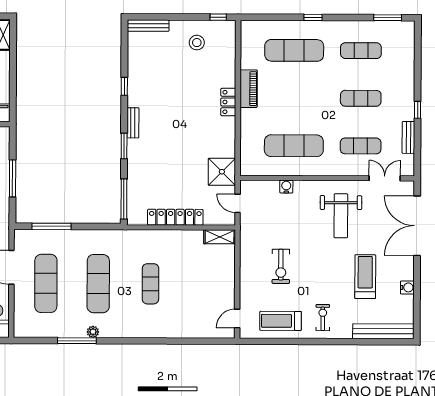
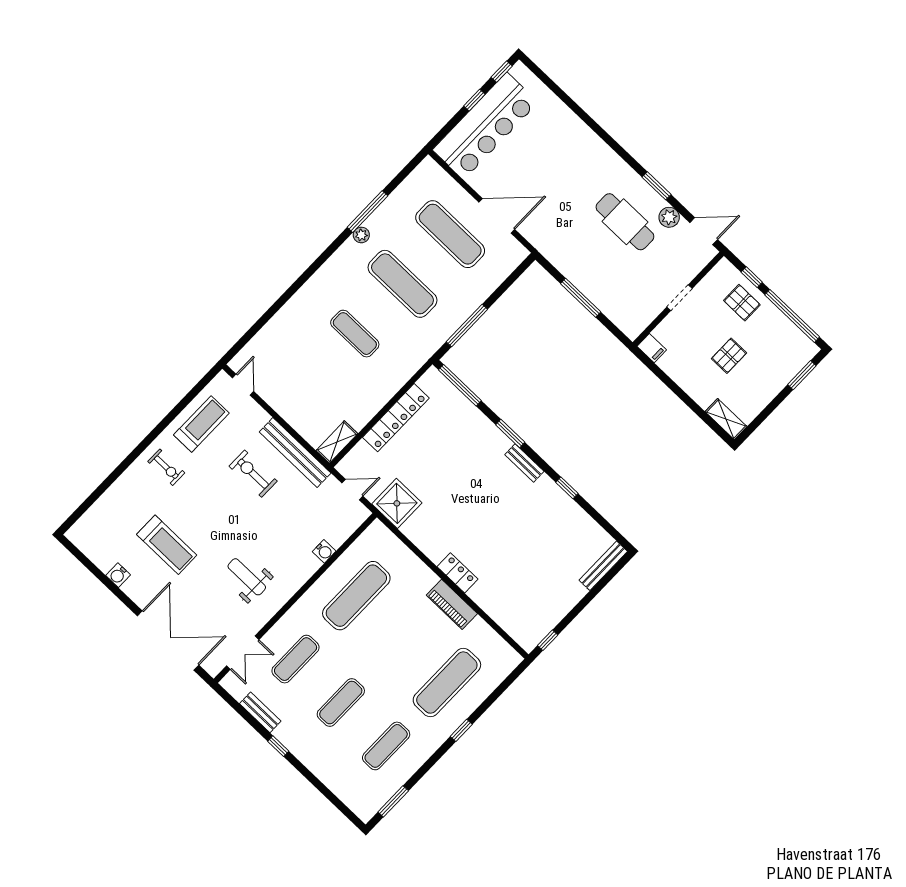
stool: (197, 43) -> (543, 597), removed
weight bench: (341, 216) -> (247, 577), width x0.73, depth x0.75
window: (51, 226) -> (467, 325), moved
bench: (383, 331) -> (295, 452), moved, turned 90

